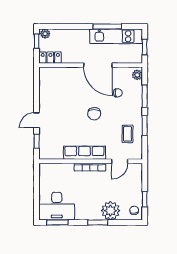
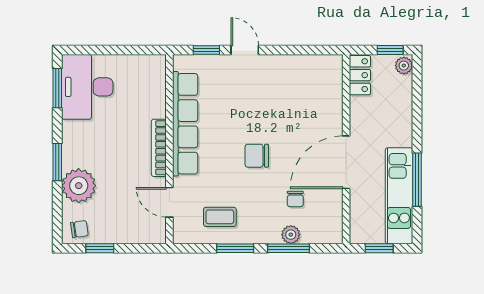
plant: (137, 75) -> (291, 235), moved
row of seats: (84, 153) -> (185, 124), width x1.36

